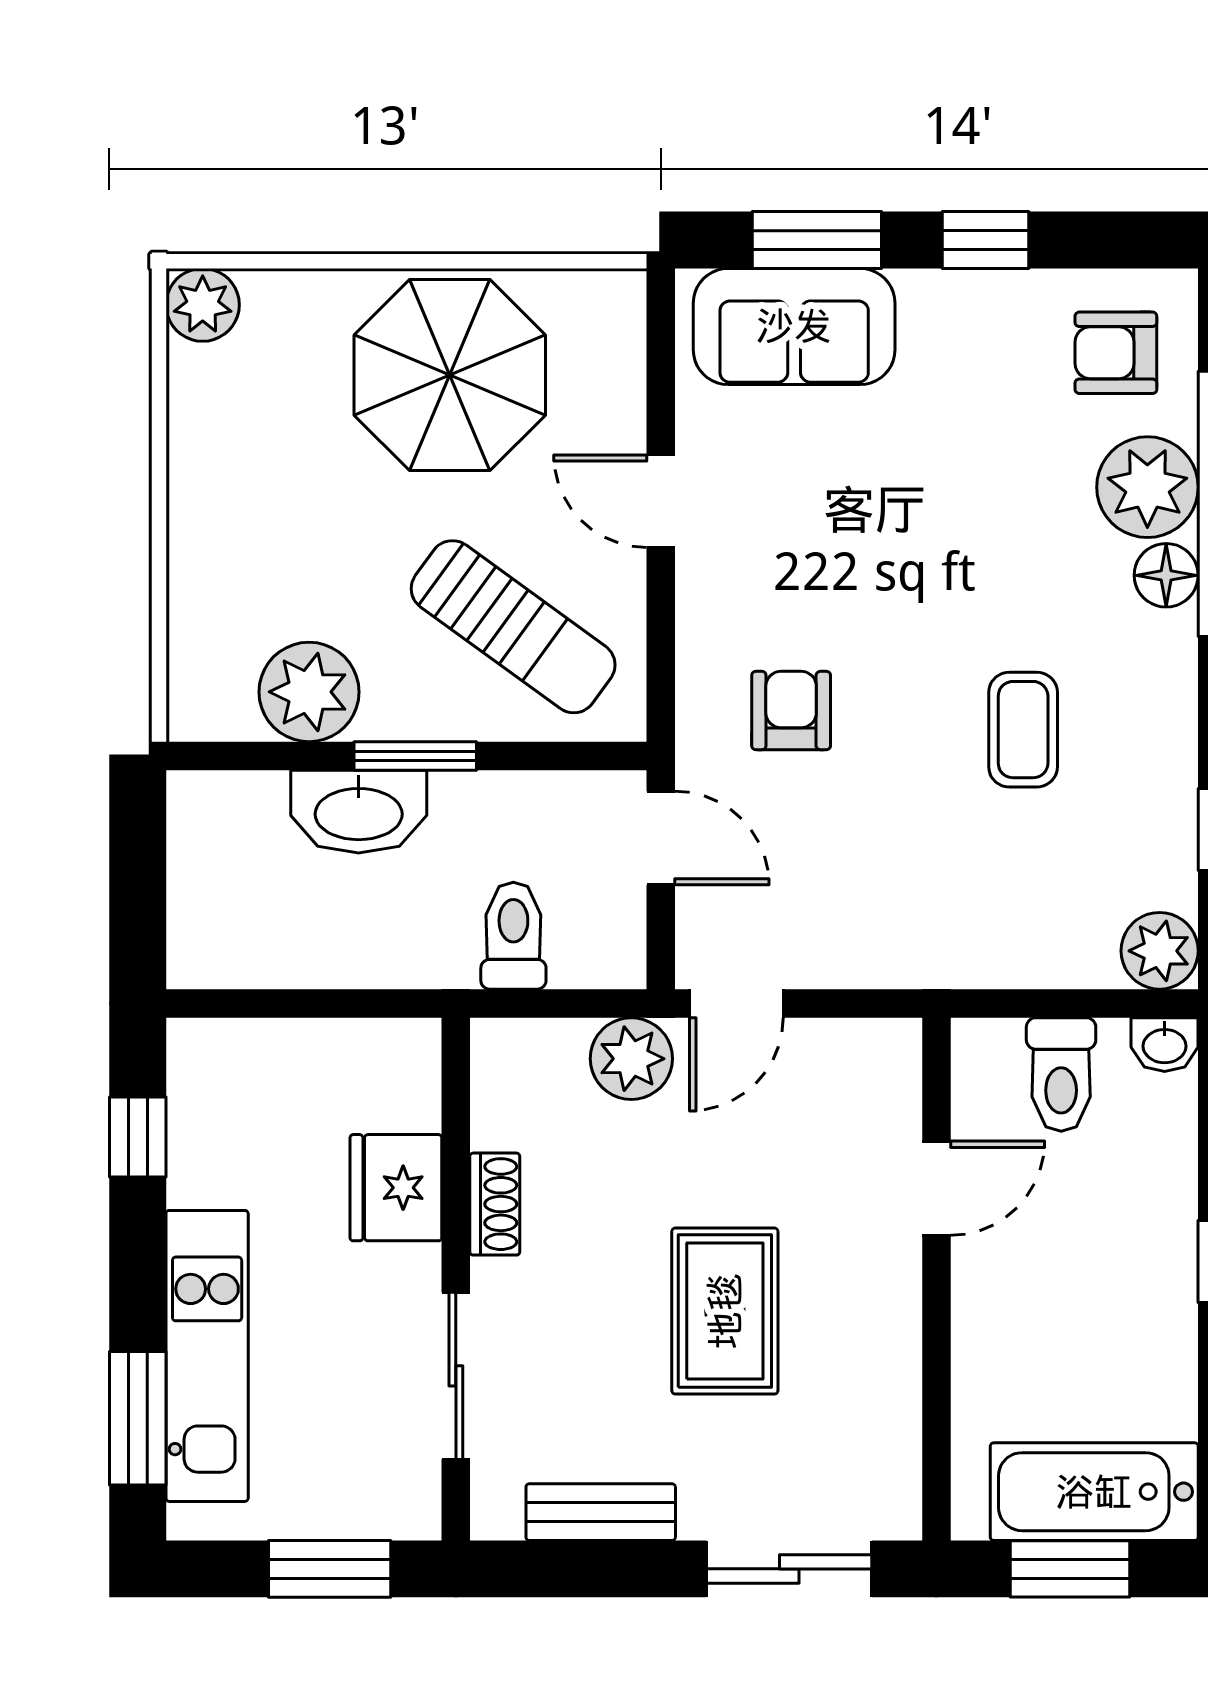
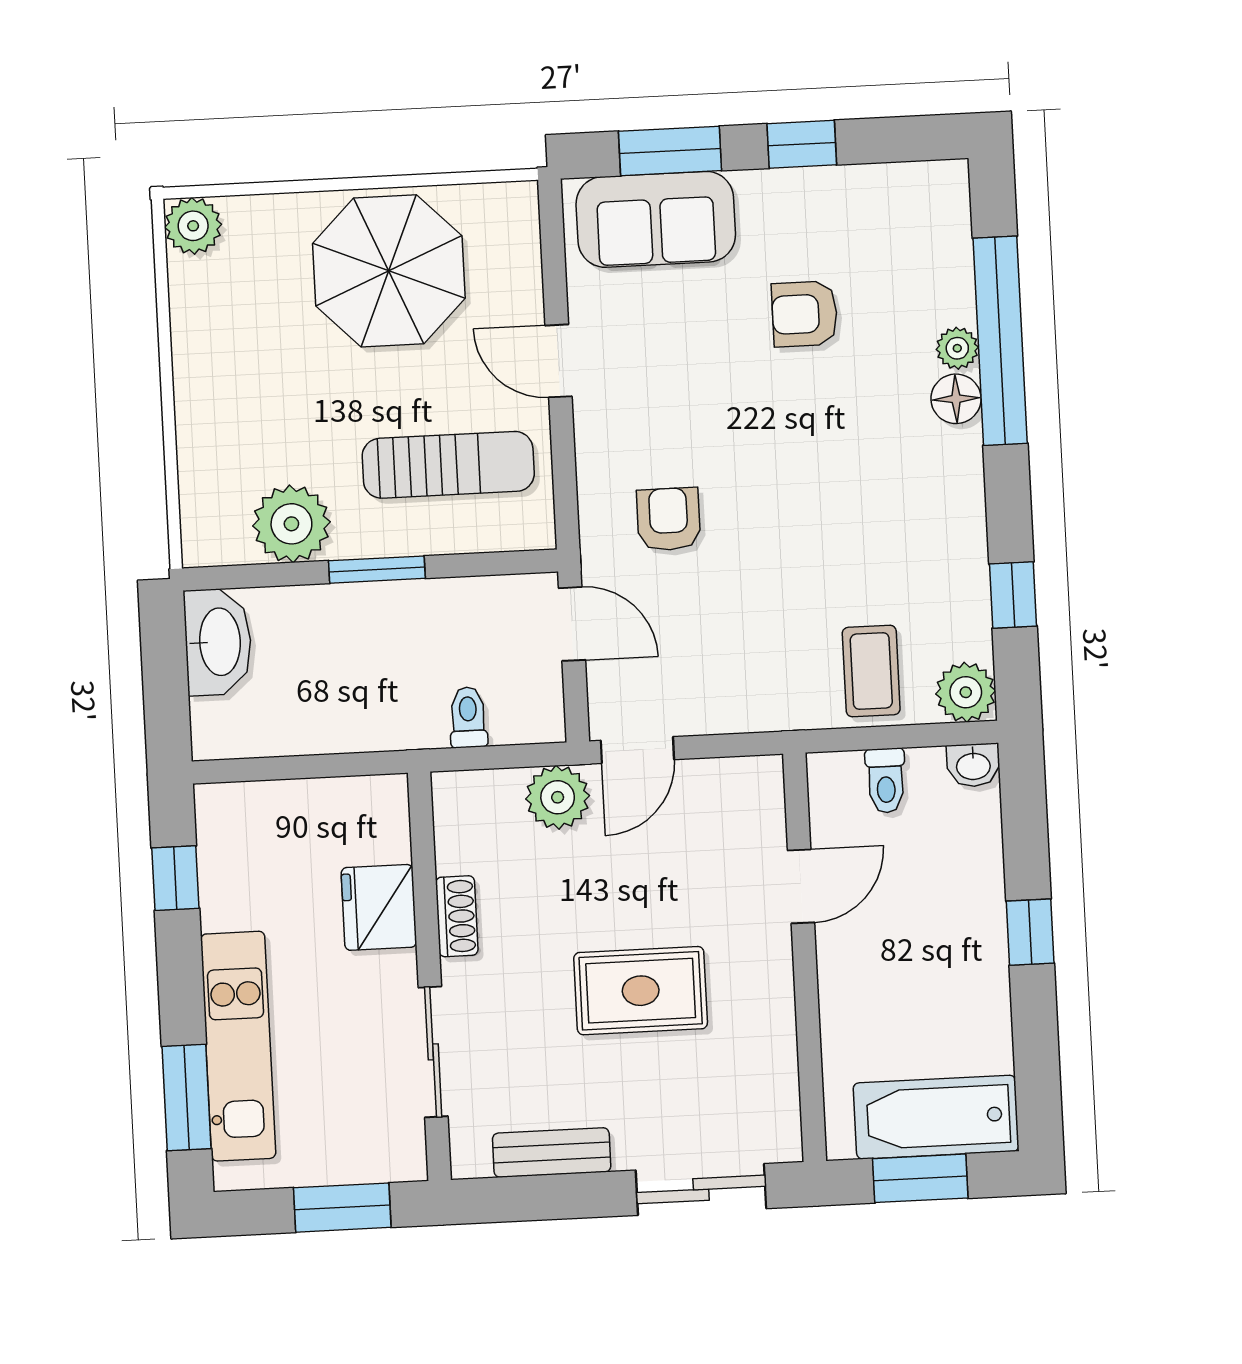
armchair: (1116, 353) -> (805, 314), moved
plant: (1147, 487) -> (957, 348), width x0.53, depth x0.53
sun lounger: (513, 627) -> (448, 465), turned -36
coffee table: (1023, 730) -> (871, 671), moved
washbasin: (359, 812) -> (218, 642), moved, turned -90
toilet: (513, 936) -> (468, 717), width x0.73, depth x0.72
toilet: (1061, 1074) -> (886, 781), width x0.73, depth x0.72
rug: (725, 1311) -> (641, 991), turned 90

